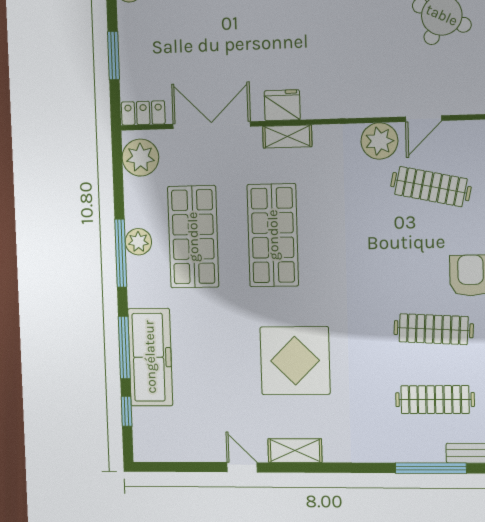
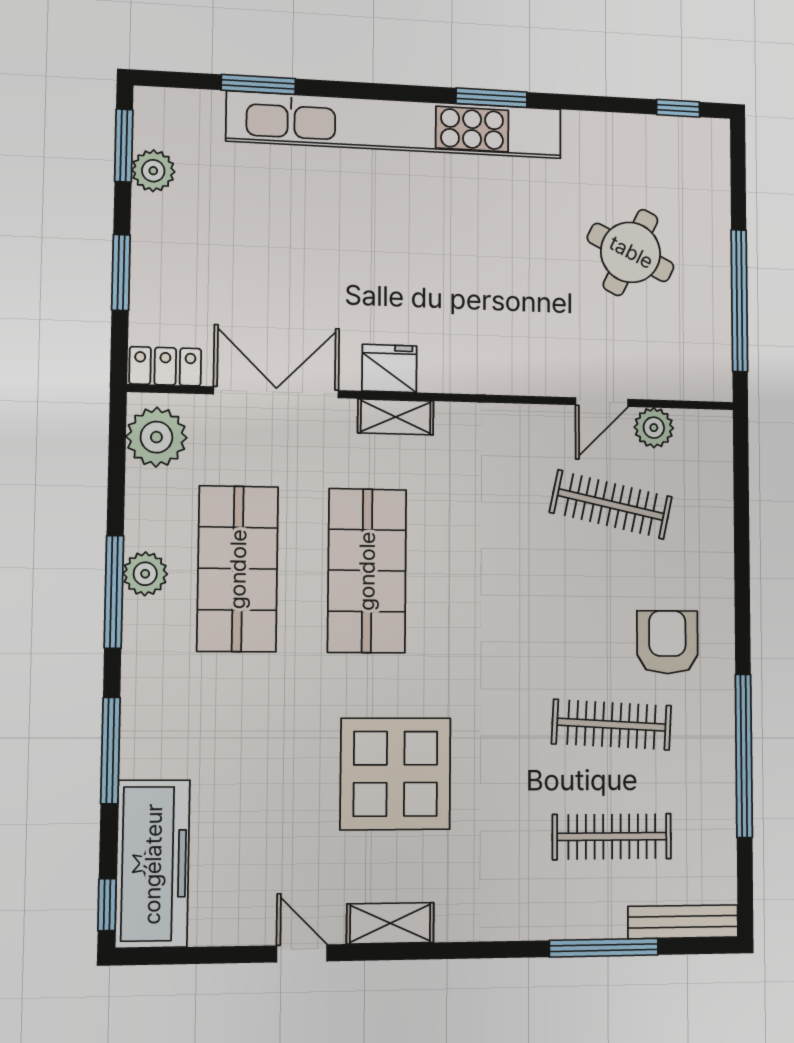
plant: (379, 141) -> (654, 428), moved, width x0.73, depth x0.73
freezer: (150, 357) -> (153, 864), moved
window: (127, 411) -> (107, 905), moved

